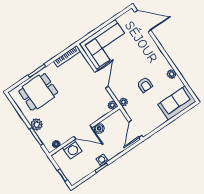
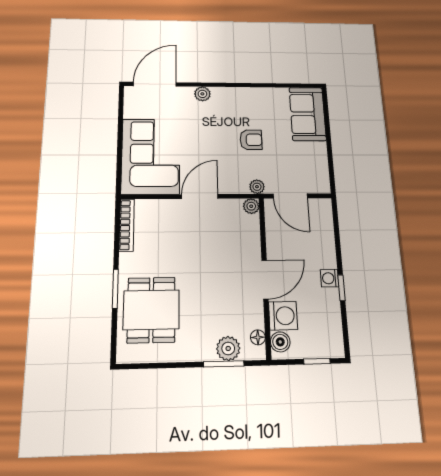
plant: (172, 74) -> (202, 94), moved
door: (101, 79) -> (200, 196), hinge flipped
plant: (37, 124) -> (228, 348), moved
boiler: (99, 128) -> (280, 342), moved
door: (135, 129) -> (290, 196), moved

